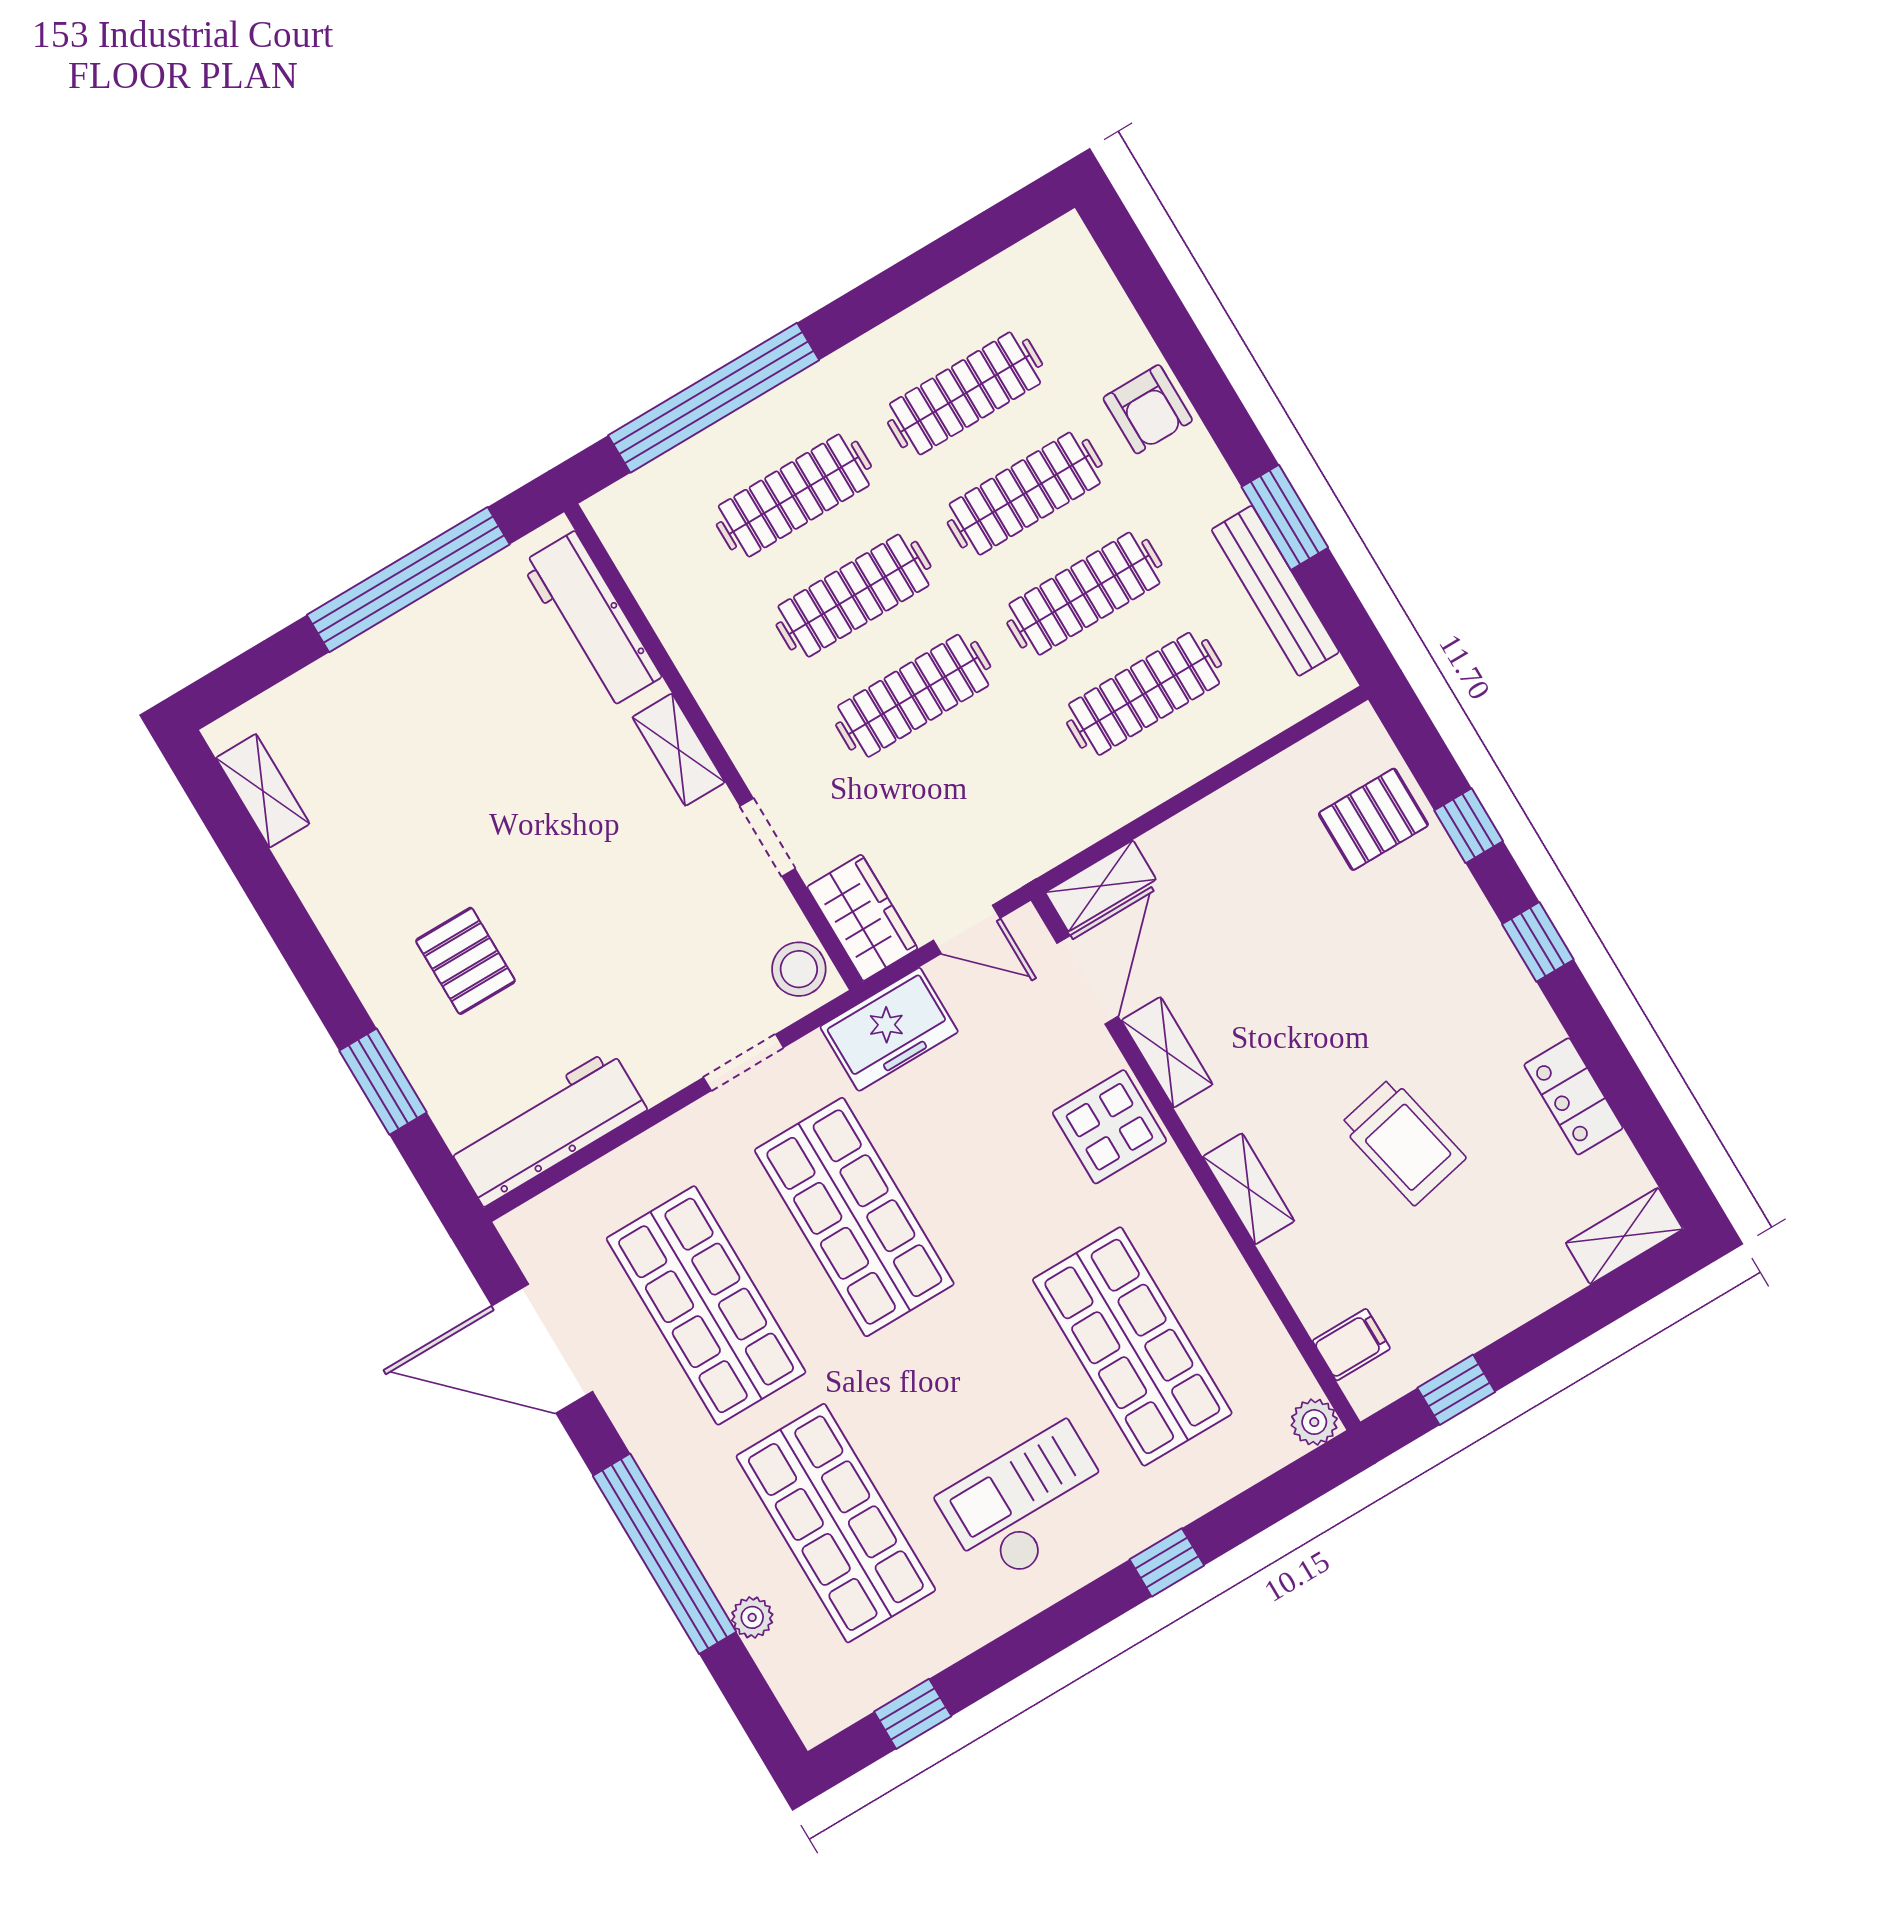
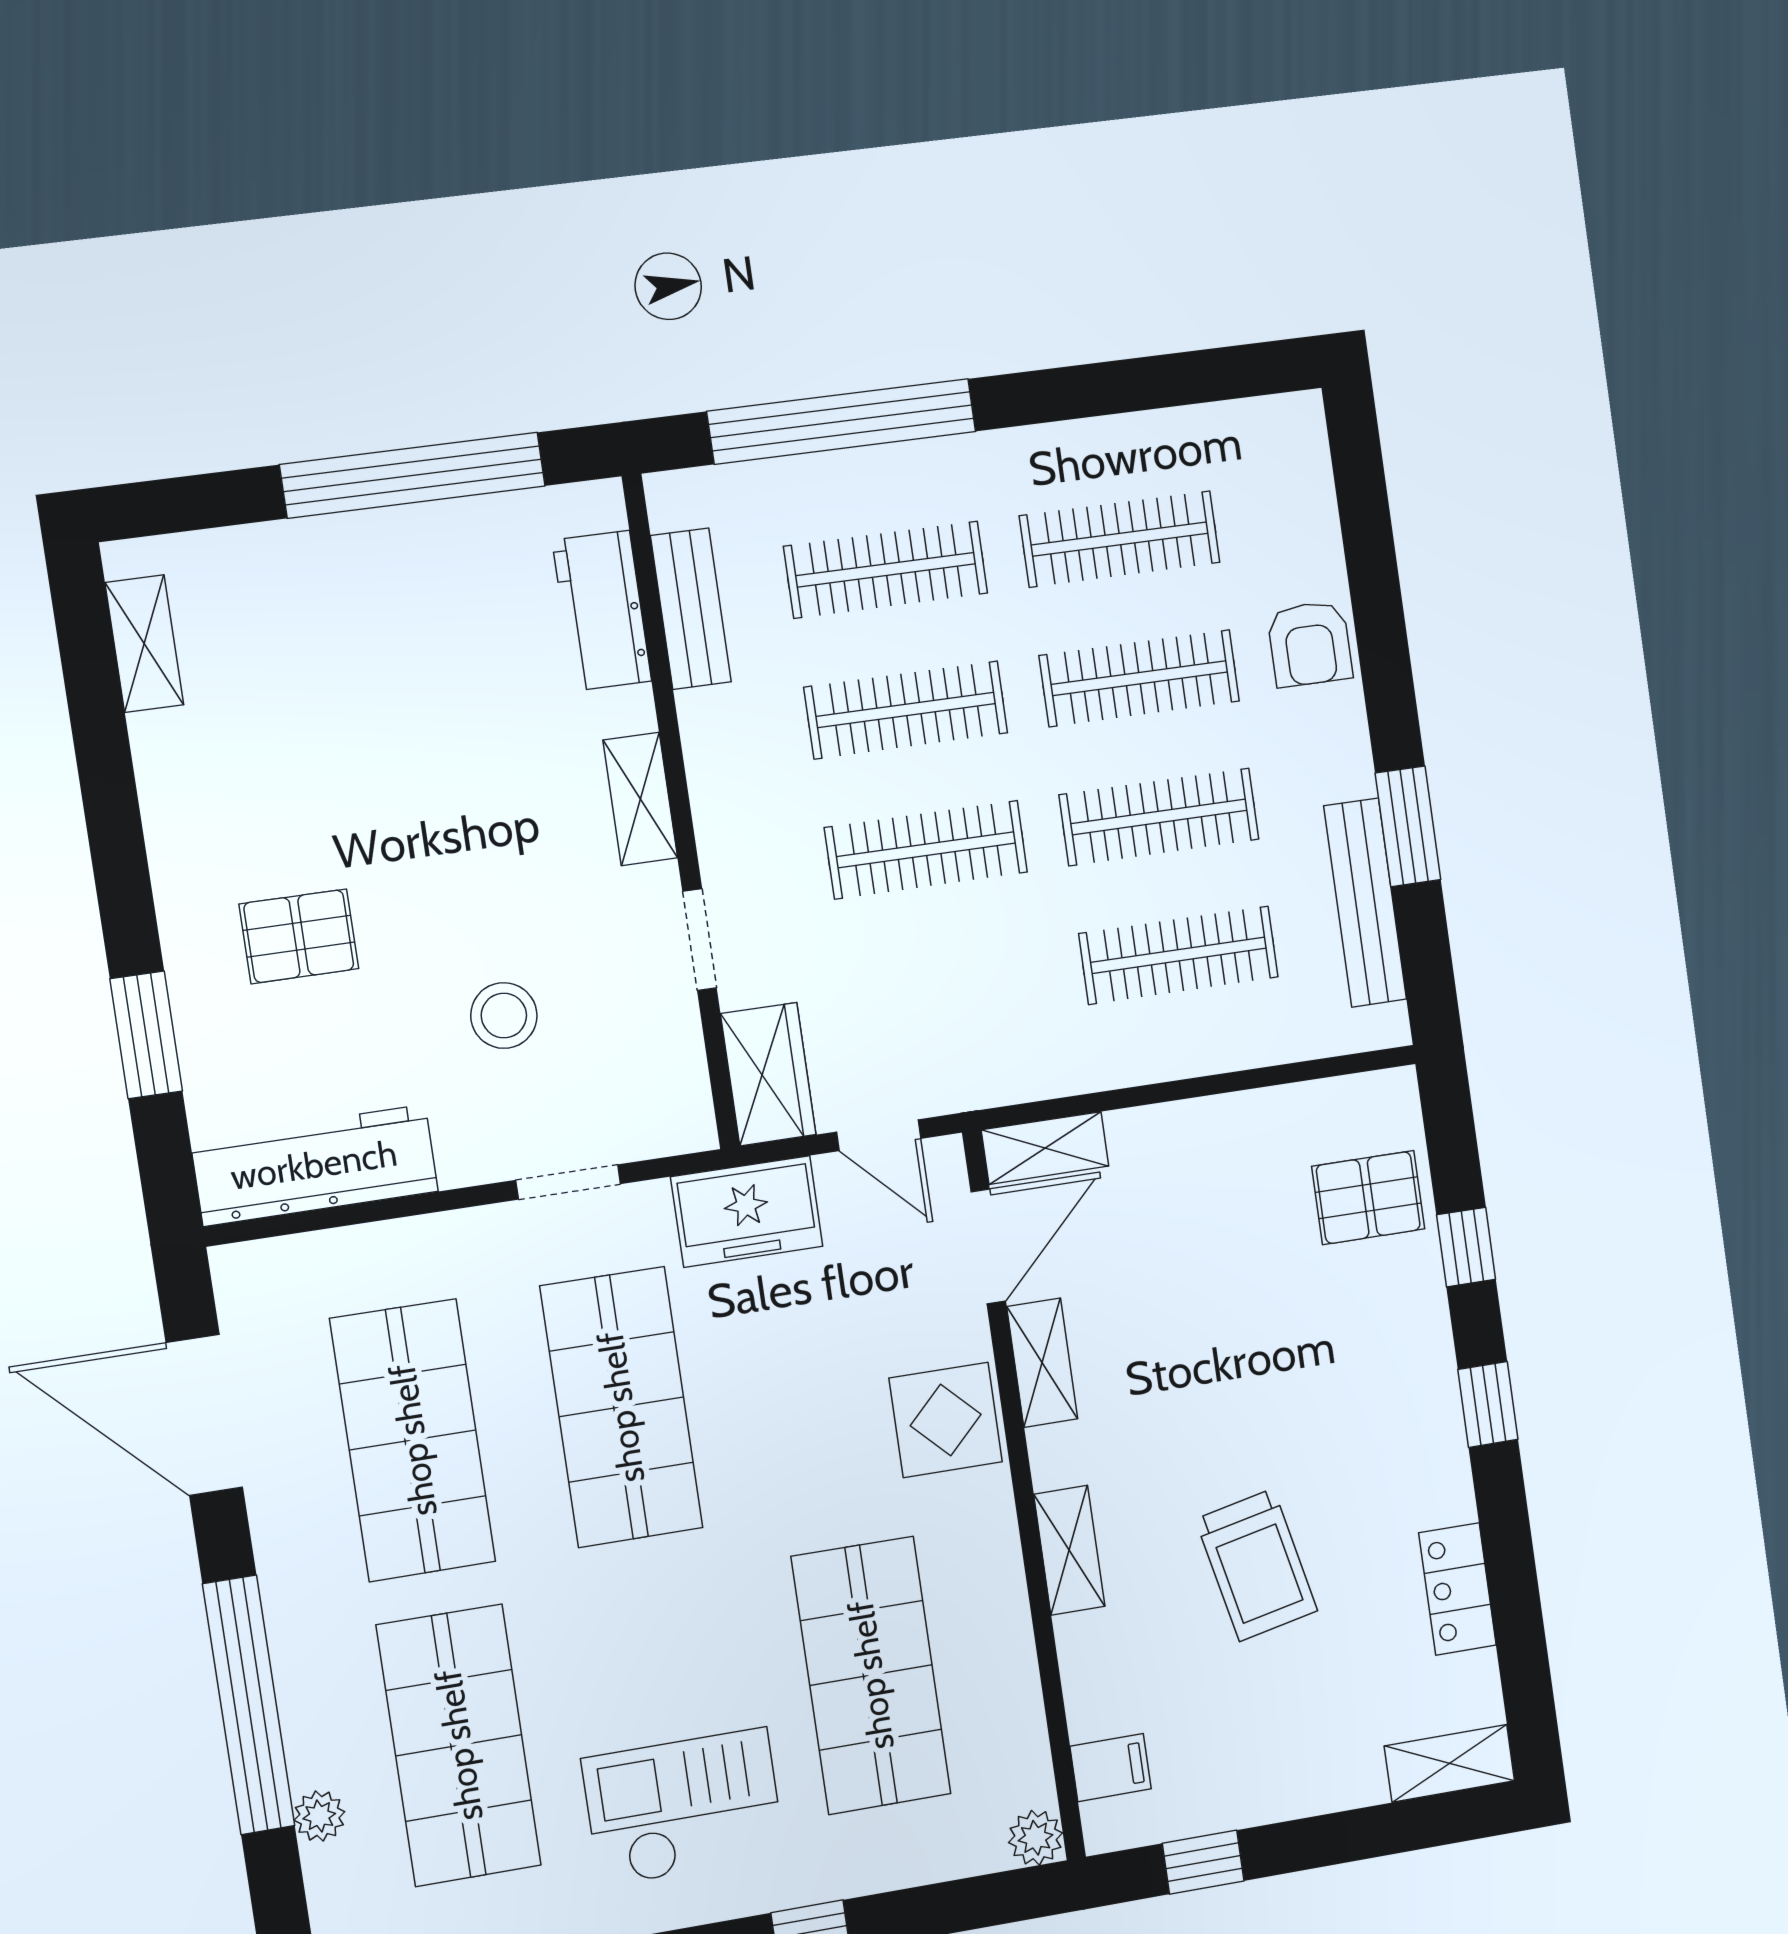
bench: (658, 589) -> (691, 609), added
workbench: (591, 620) -> (602, 611), width x0.73
pallet: (465, 961) -> (299, 936), turned 90
stool: (799, 969) -> (504, 1016), moved

